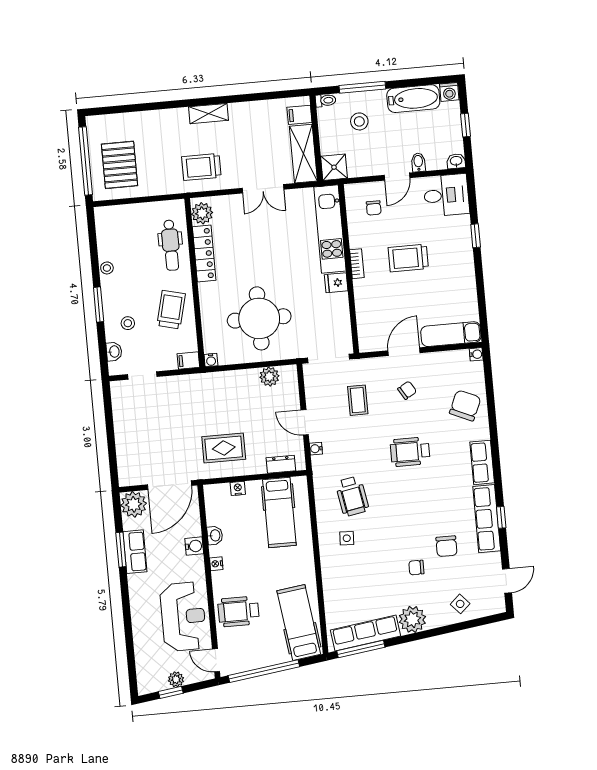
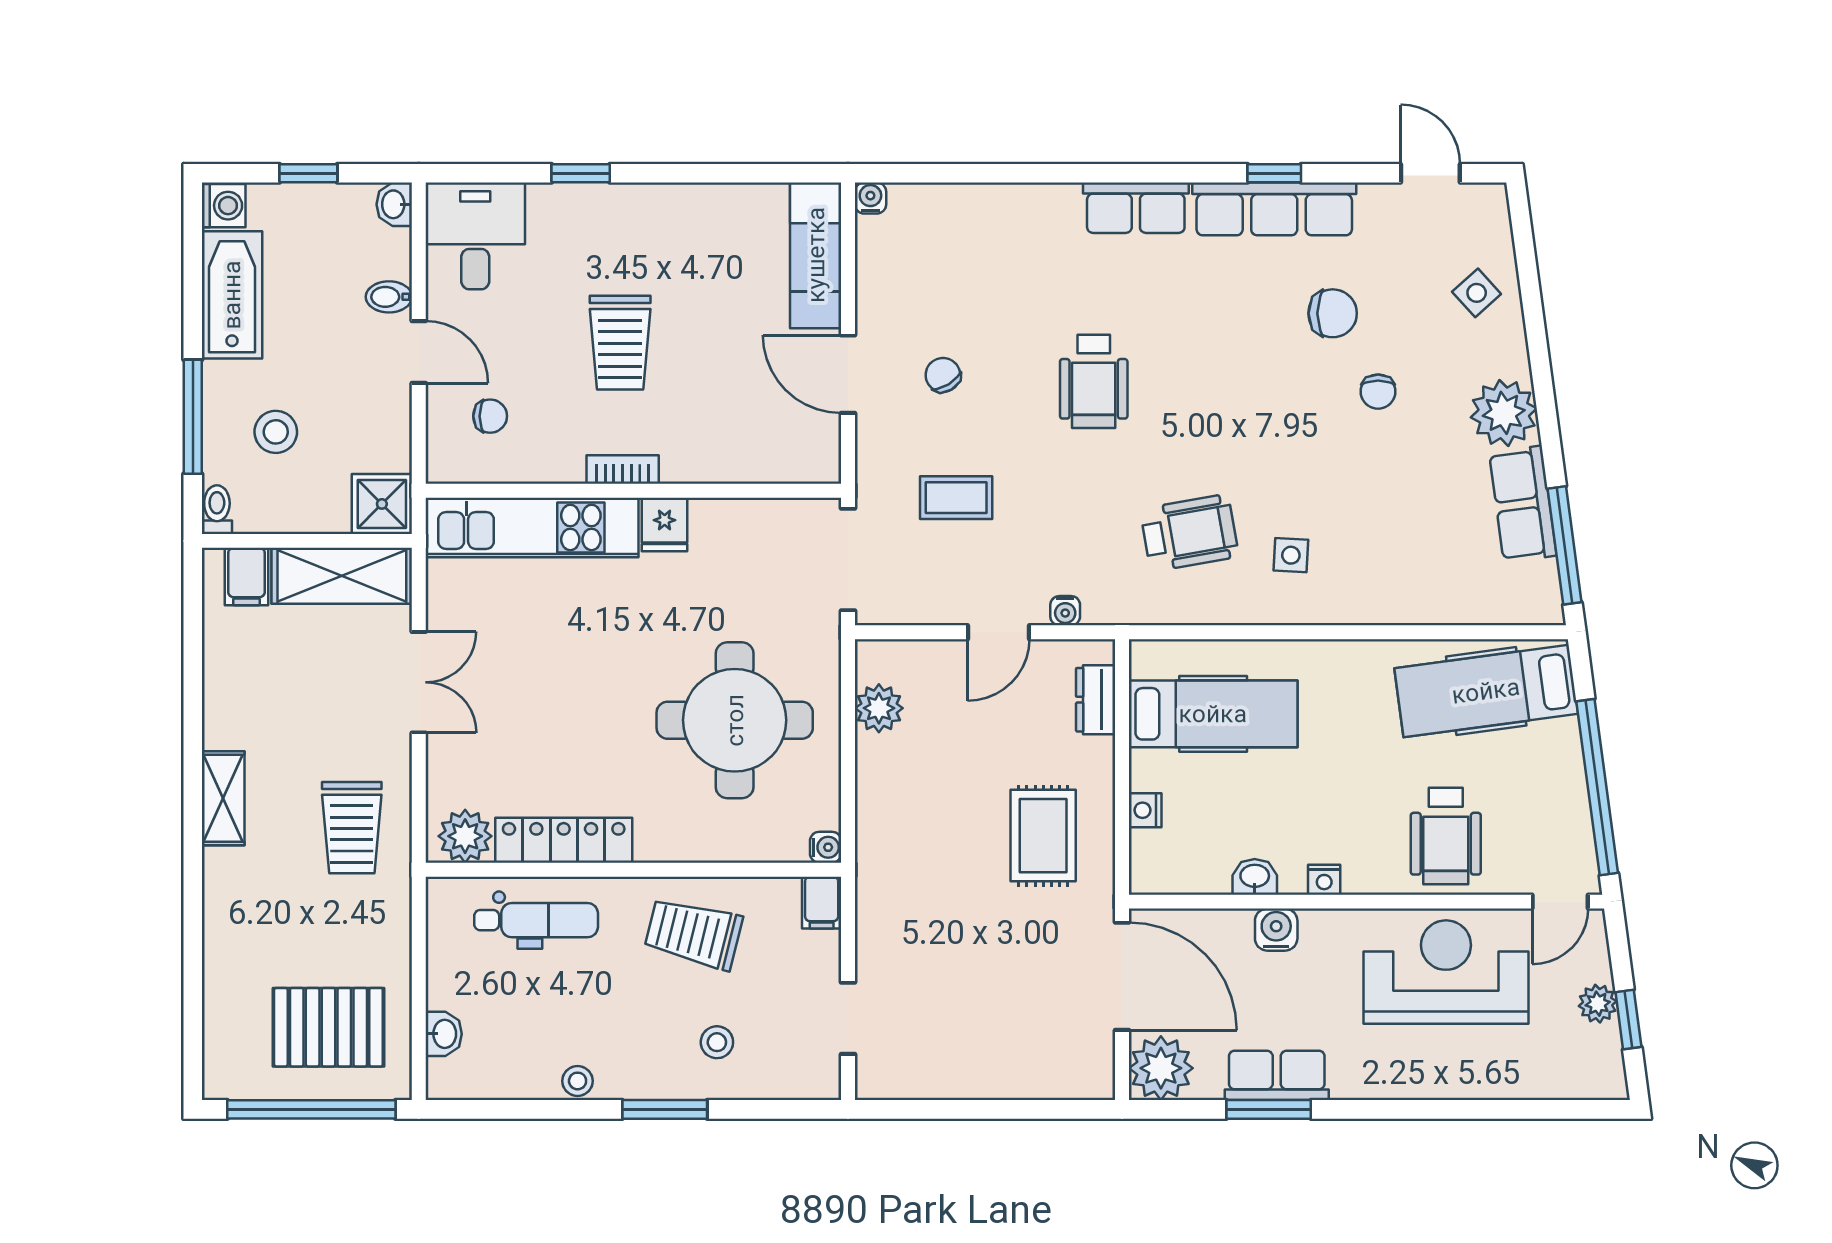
washbasin: (114, 352) -> (444, 1034), moved, turned 90
chair: (465, 405) -> (993, 236), removed
row of seats: (366, 633) -> (1523, 504), width x0.68

